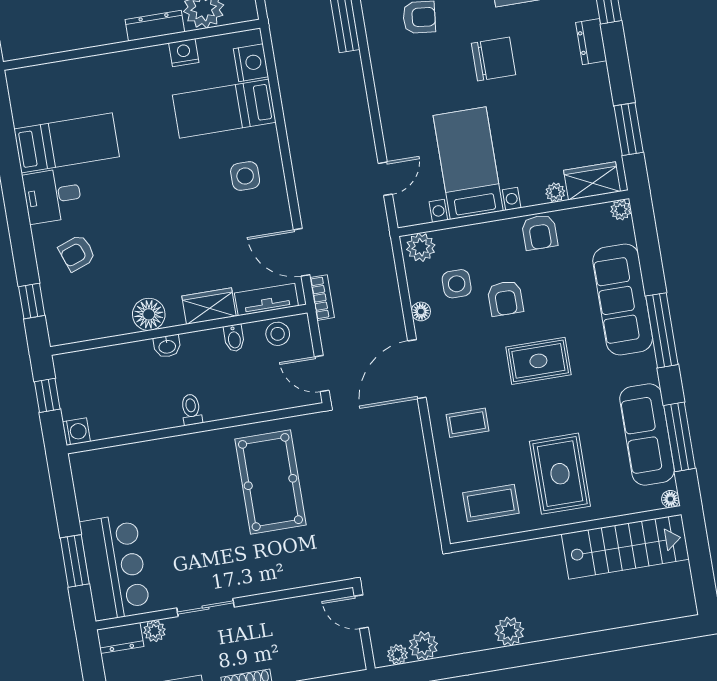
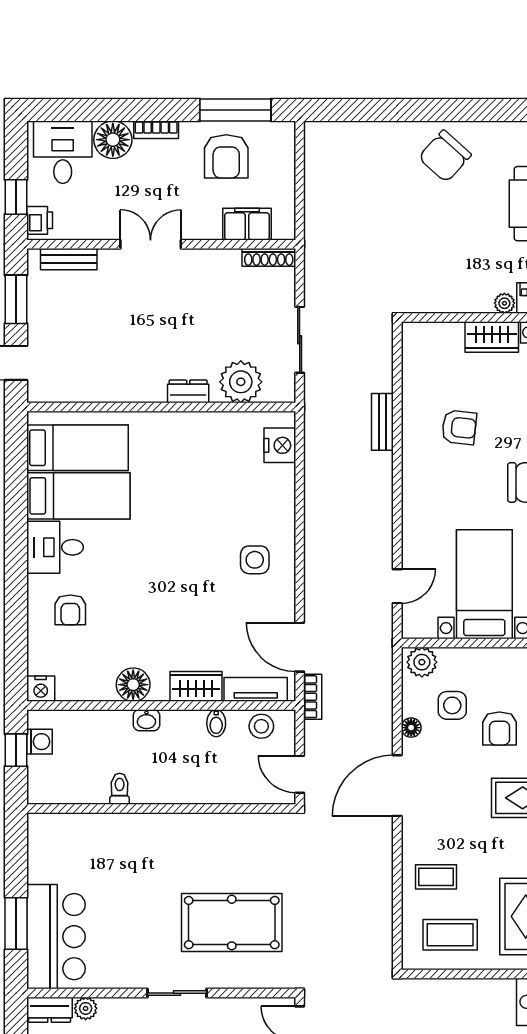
dresser: (155, 26) -> (188, 391), width x0.70
nightstand: (184, 53) -> (41, 689), moved, turned 180
bed: (224, 109) -> (78, 448), moved, turned 180
armchair: (77, 253) -> (70, 610), turned -70
window: (32, 301) -> (16, 651), removed
toilet: (191, 410) -> (120, 789), moved
coffee table: (467, 423) -> (436, 877), moved
washing machine: (76, 432) -> (39, 742), moved
pool table: (271, 482) -> (232, 923), moved, turned 90
sliding door: (206, 607) -> (177, 993), moved

